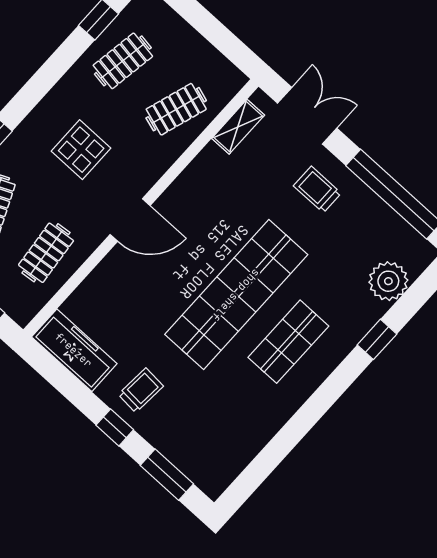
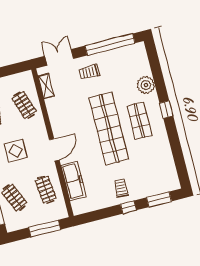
clothes rail: (176, 109) -> (24, 105), turned -36
plant: (388, 281) -> (146, 85), moved
window: (377, 339) -> (166, 109), moved
freezer: (74, 350) -> (74, 181), moved, turned 90

